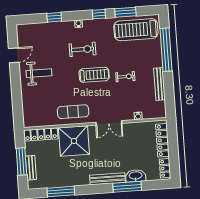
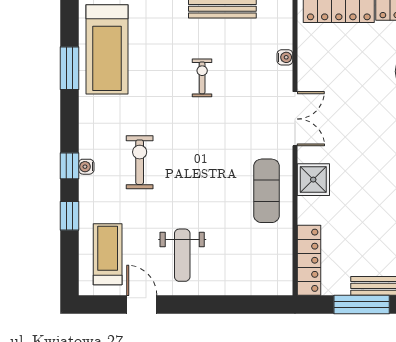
window: (99, 14) -> (69, 166), moved
weight bench: (39, 73) -> (182, 255), turned 180
treadmill: (94, 75) -> (108, 254), moved
shower: (74, 141) -> (313, 180), width x0.54, depth x0.54

